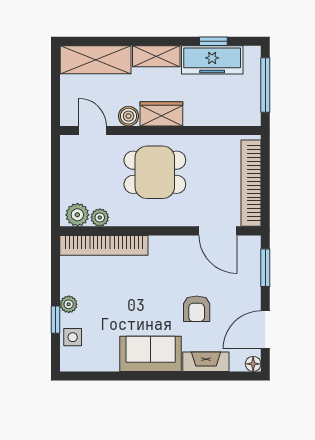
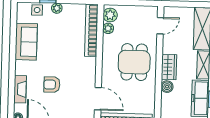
boiler: (129, 116) -> (167, 87), moved
door: (218, 231) -> (98, 99), swing flipped
sofa: (151, 354) -> (26, 42), moved

